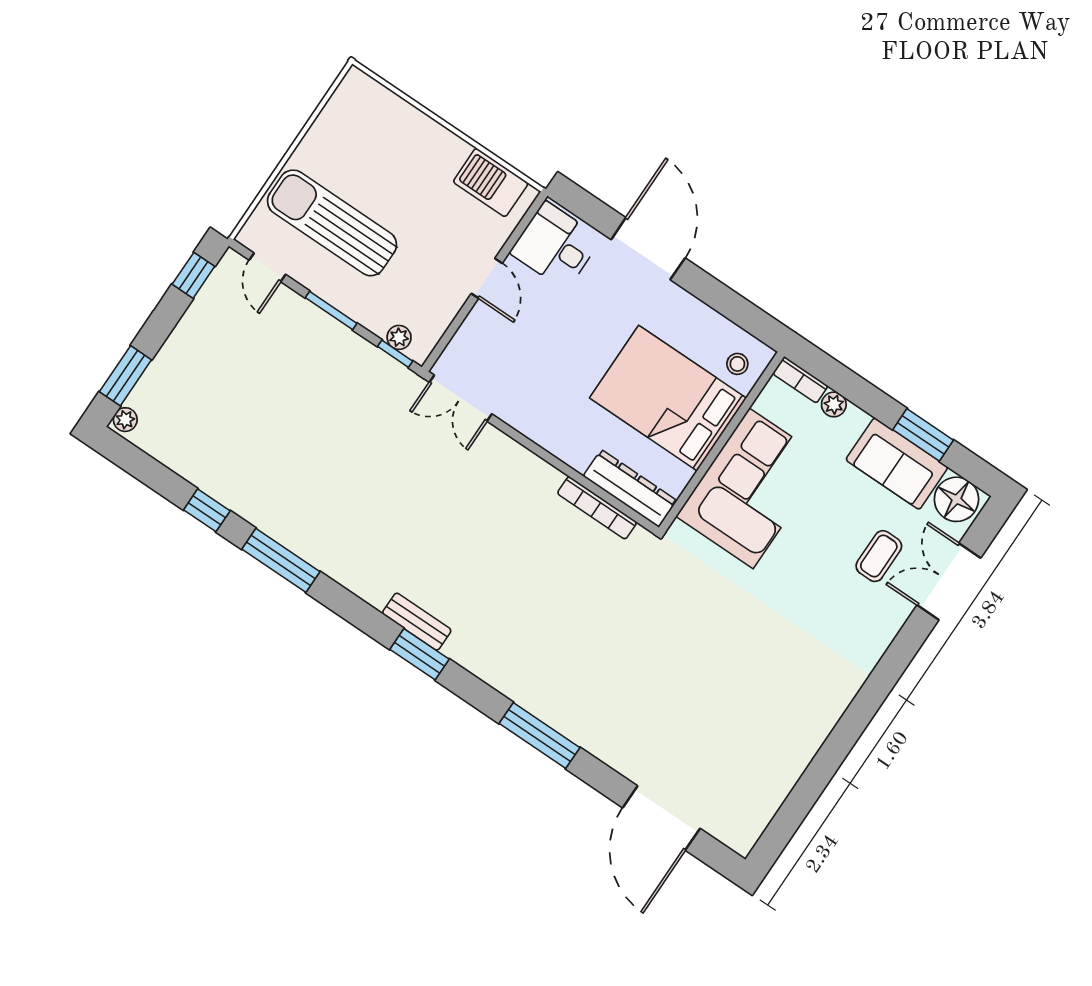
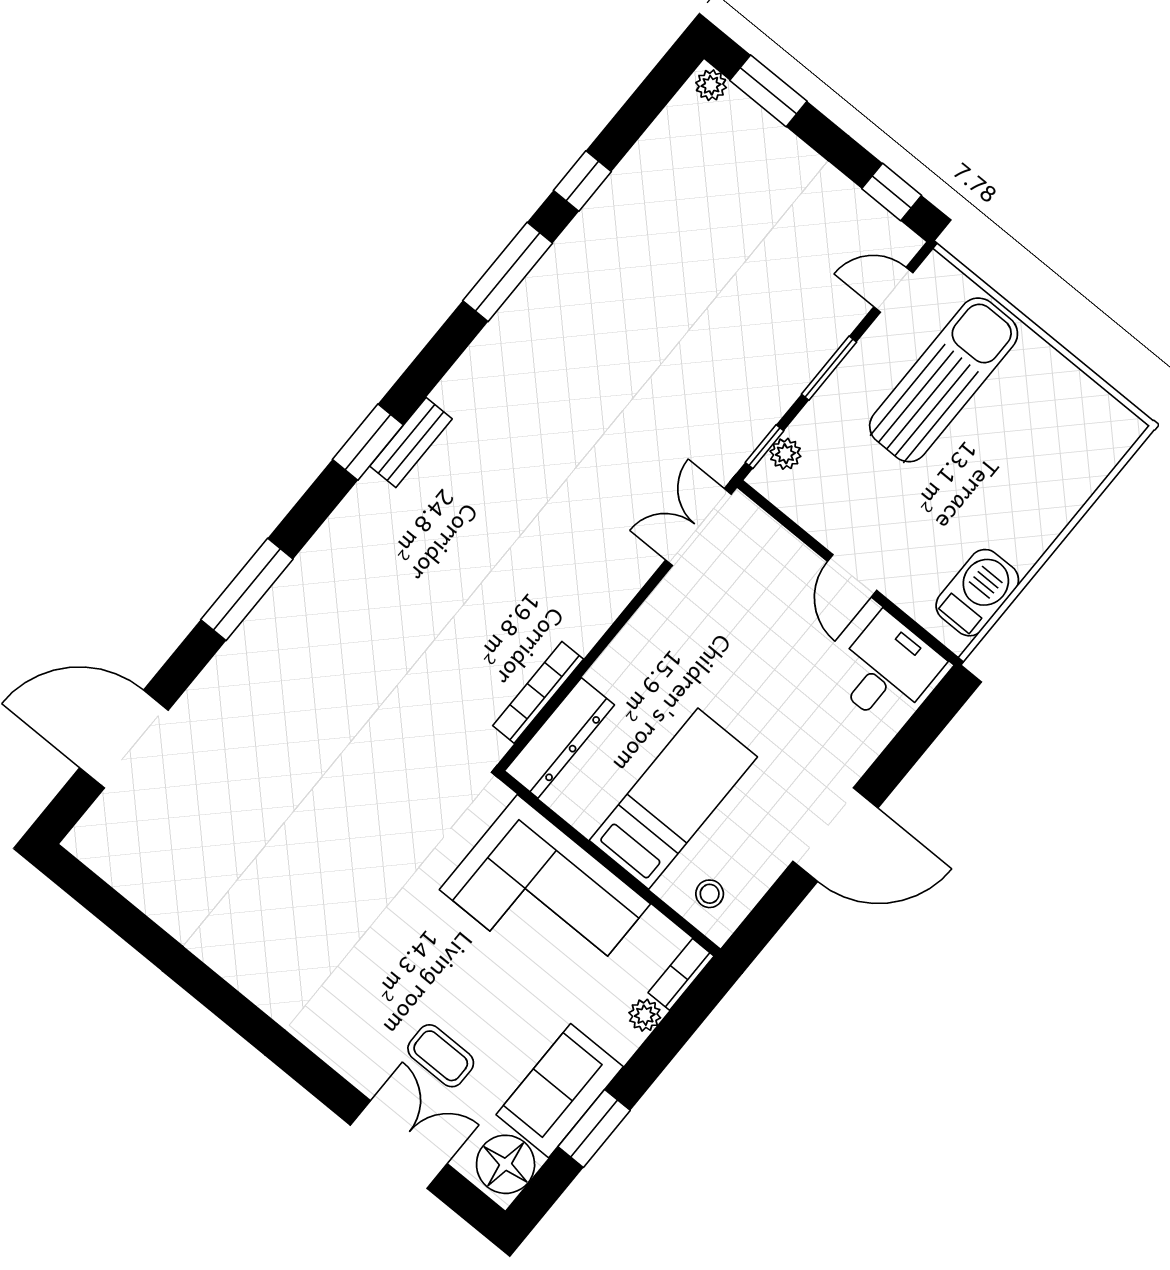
door: (648, 249) -> (835, 835), moved
door: (487, 278) -> (852, 576), hinge flipped
bed: (668, 398) -> (673, 799), width x0.67

